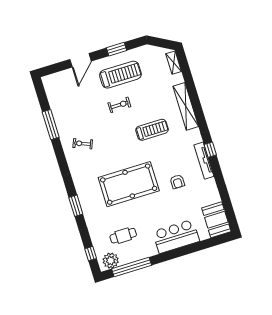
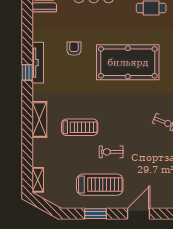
treadmill: (120, 75) -> (100, 185), turned 180
shelving: (186, 106) -> (39, 119), width x0.68
treadmill: (152, 130) -> (80, 127), moved, turned 180

